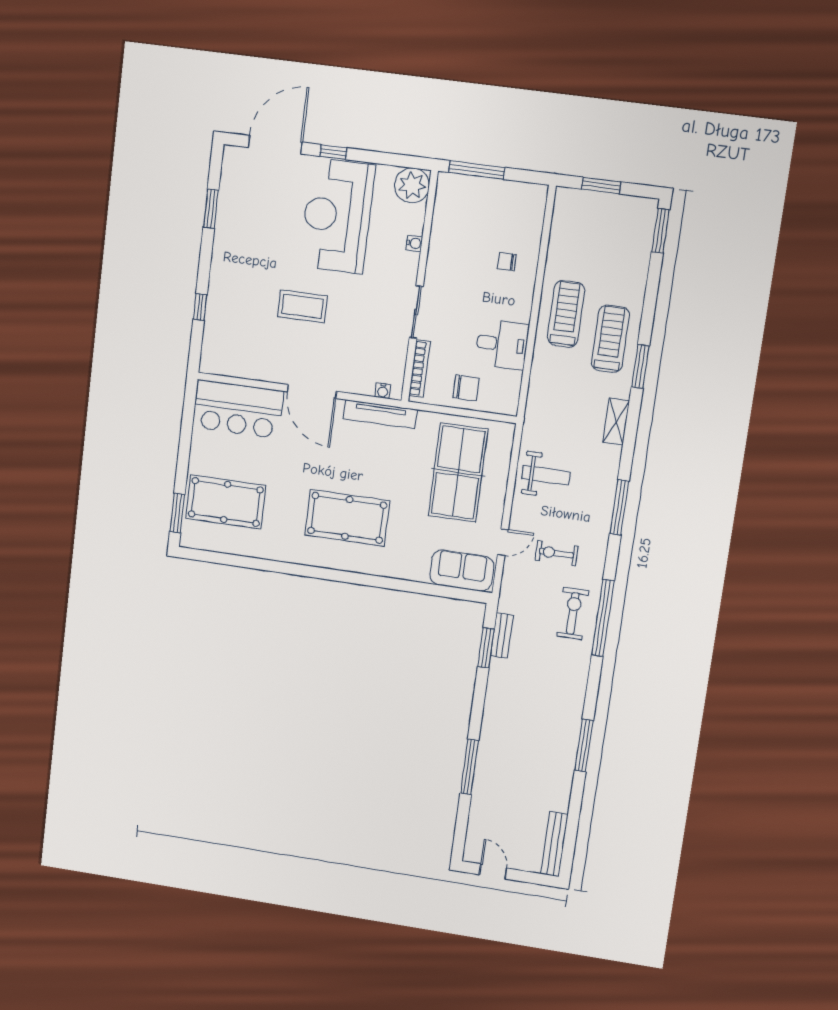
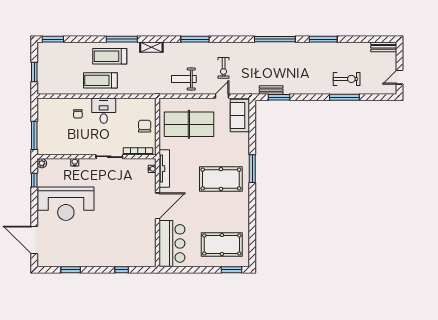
window: (333, 152) -> (34, 180), moved
plant: (412, 185) -> (42, 163), width x0.53, depth x0.53
coffee table: (302, 306) -> (114, 216), removed
desk: (502, 344) -> (104, 111), moved
window: (640, 366) -> (122, 39), width x1.44
weight bench: (546, 475) -> (184, 79), turned -90
pool table: (226, 502) -> (222, 244), turned 90
pool table: (347, 518) -> (221, 179), turned 90
door: (503, 542) -> (222, 96), hinge flipped
window: (359, 579) -> (252, 169), added
exercise bike: (573, 613) -> (347, 79), moved, turned 180
window: (603, 618) -> (275, 39), moved
bench: (554, 844) -> (384, 47), width x0.73

